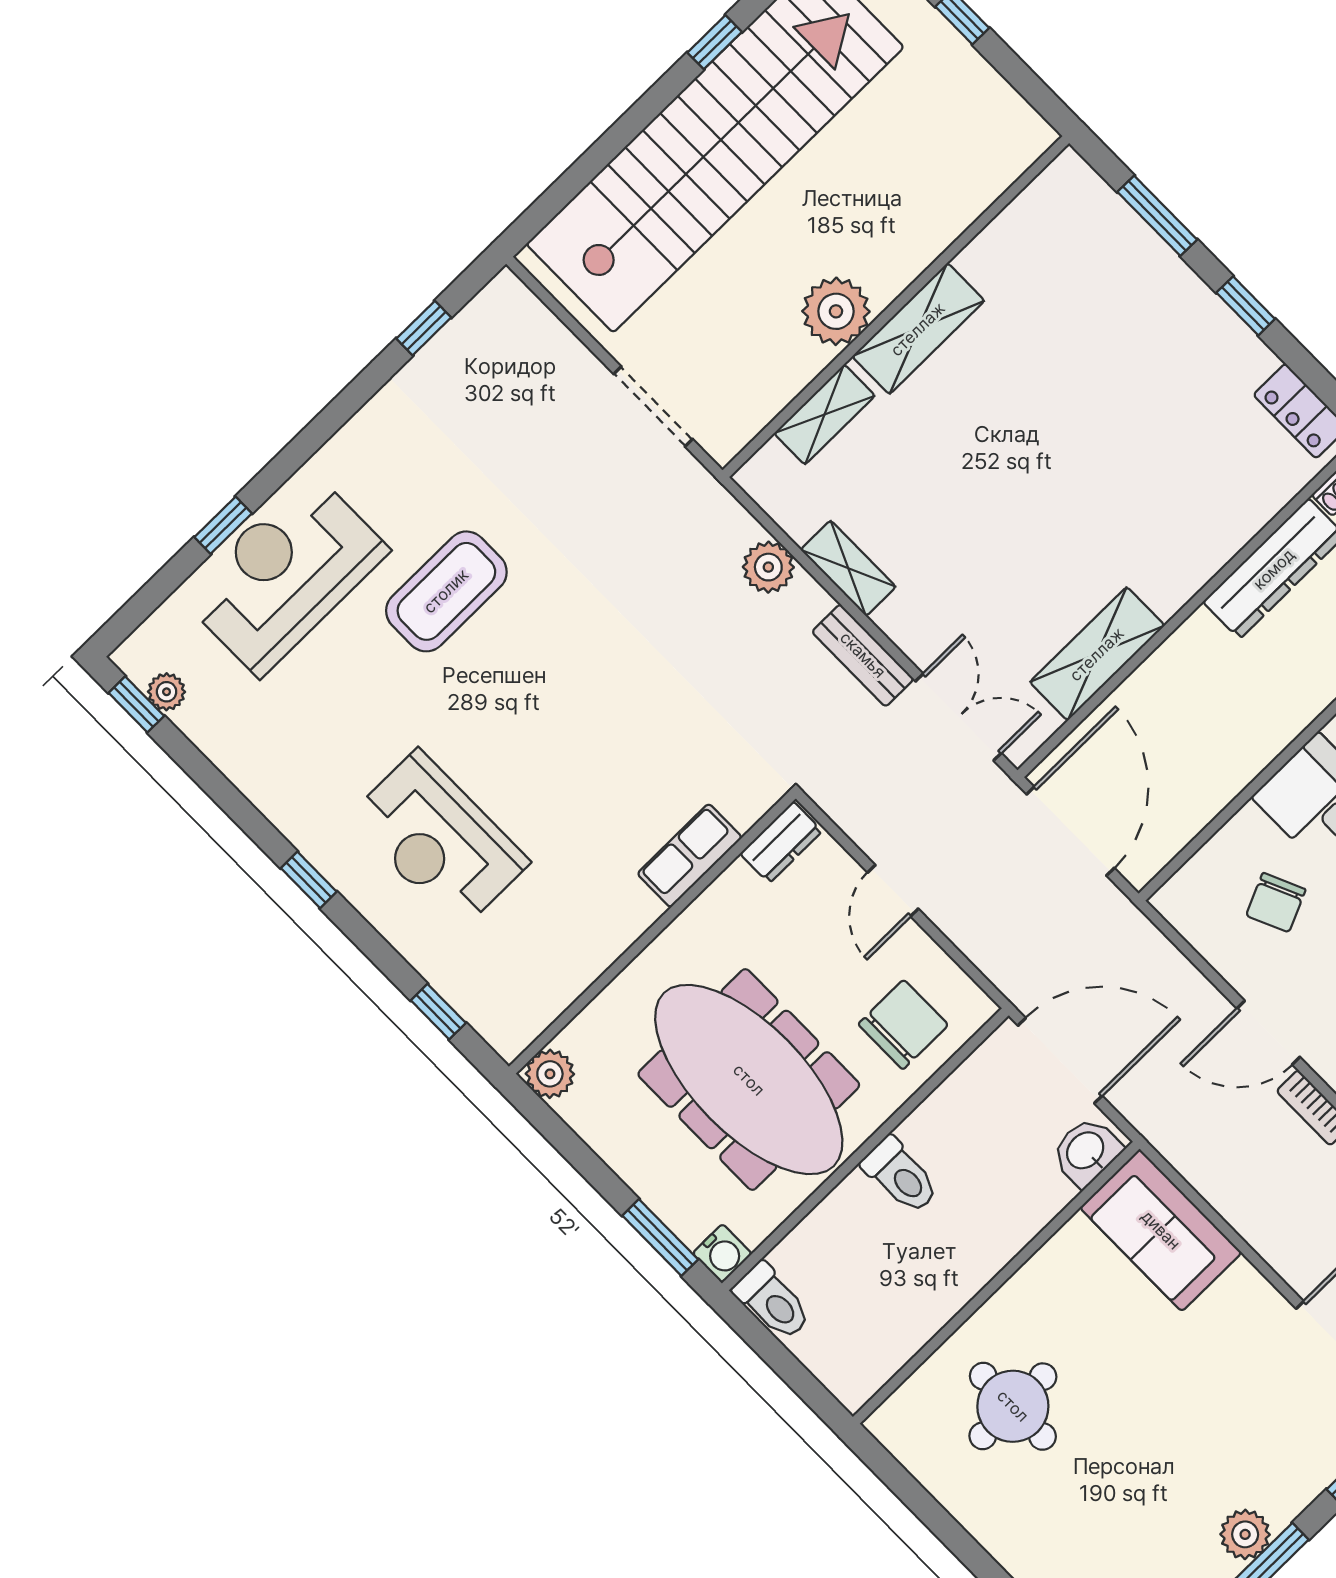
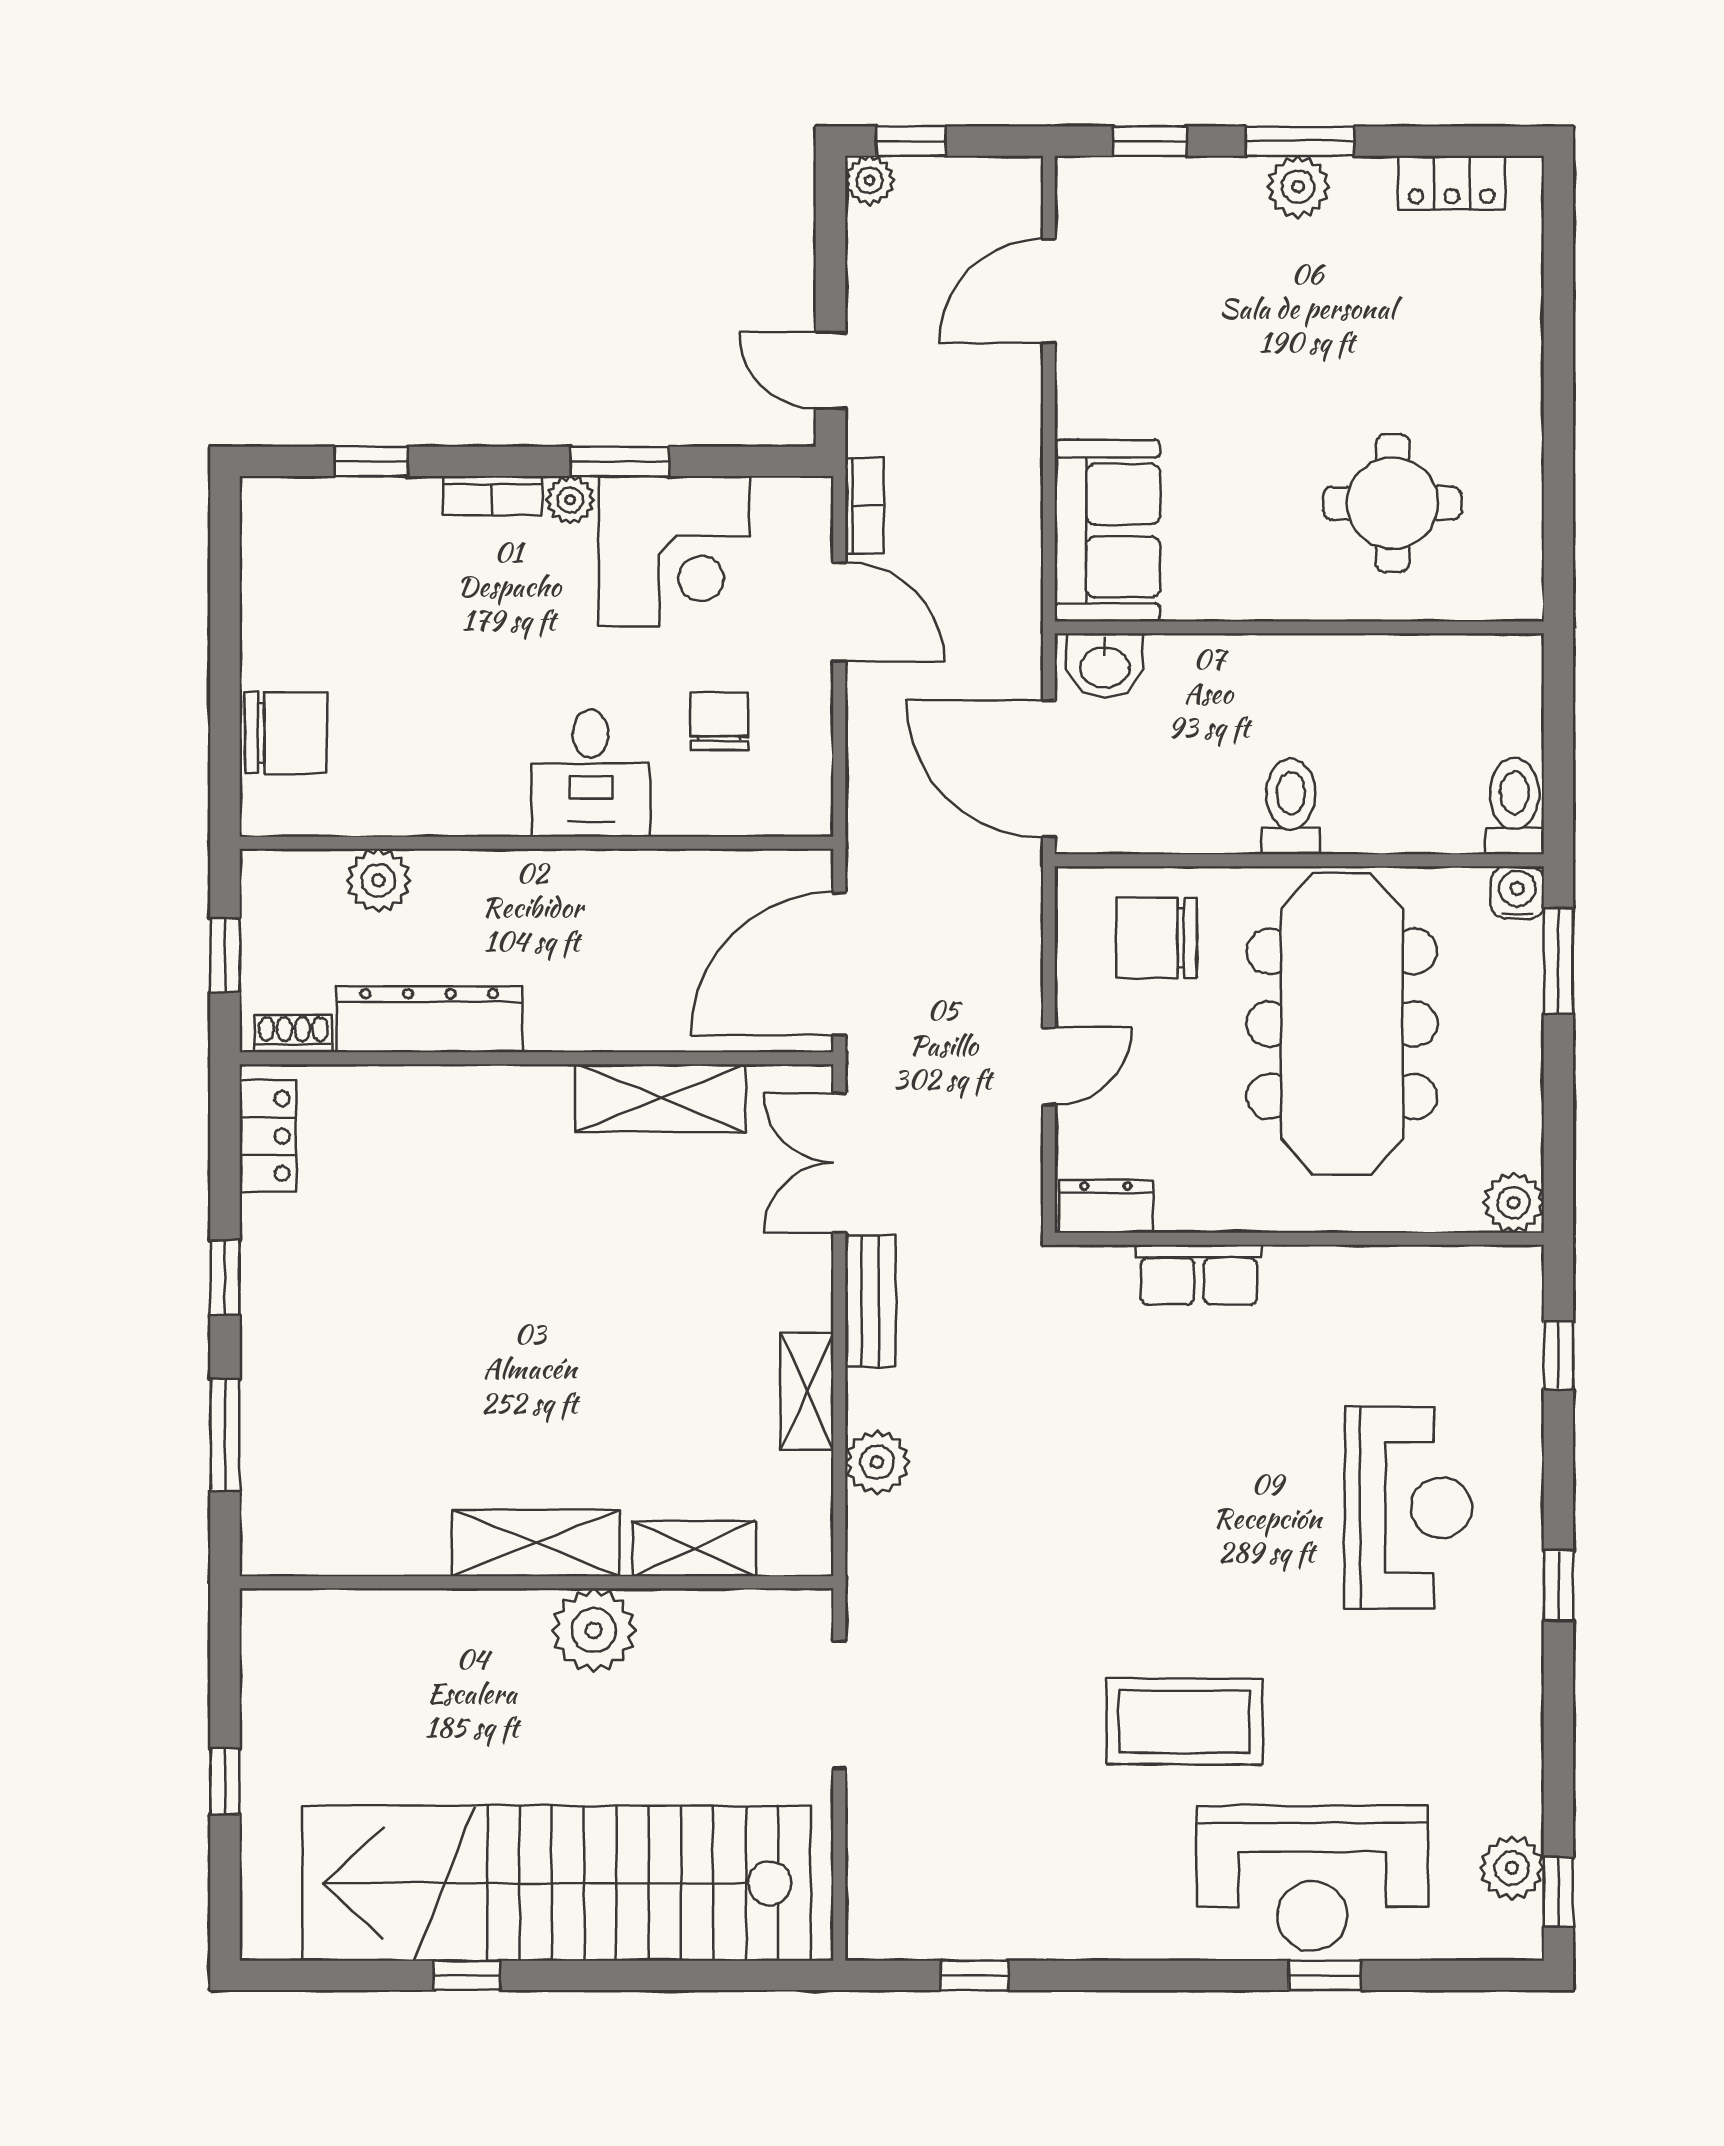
plant: (167, 692) -> (1512, 1868), width x1.38, depth x1.38
chair: (1276, 902) -> (719, 721), turned -66

